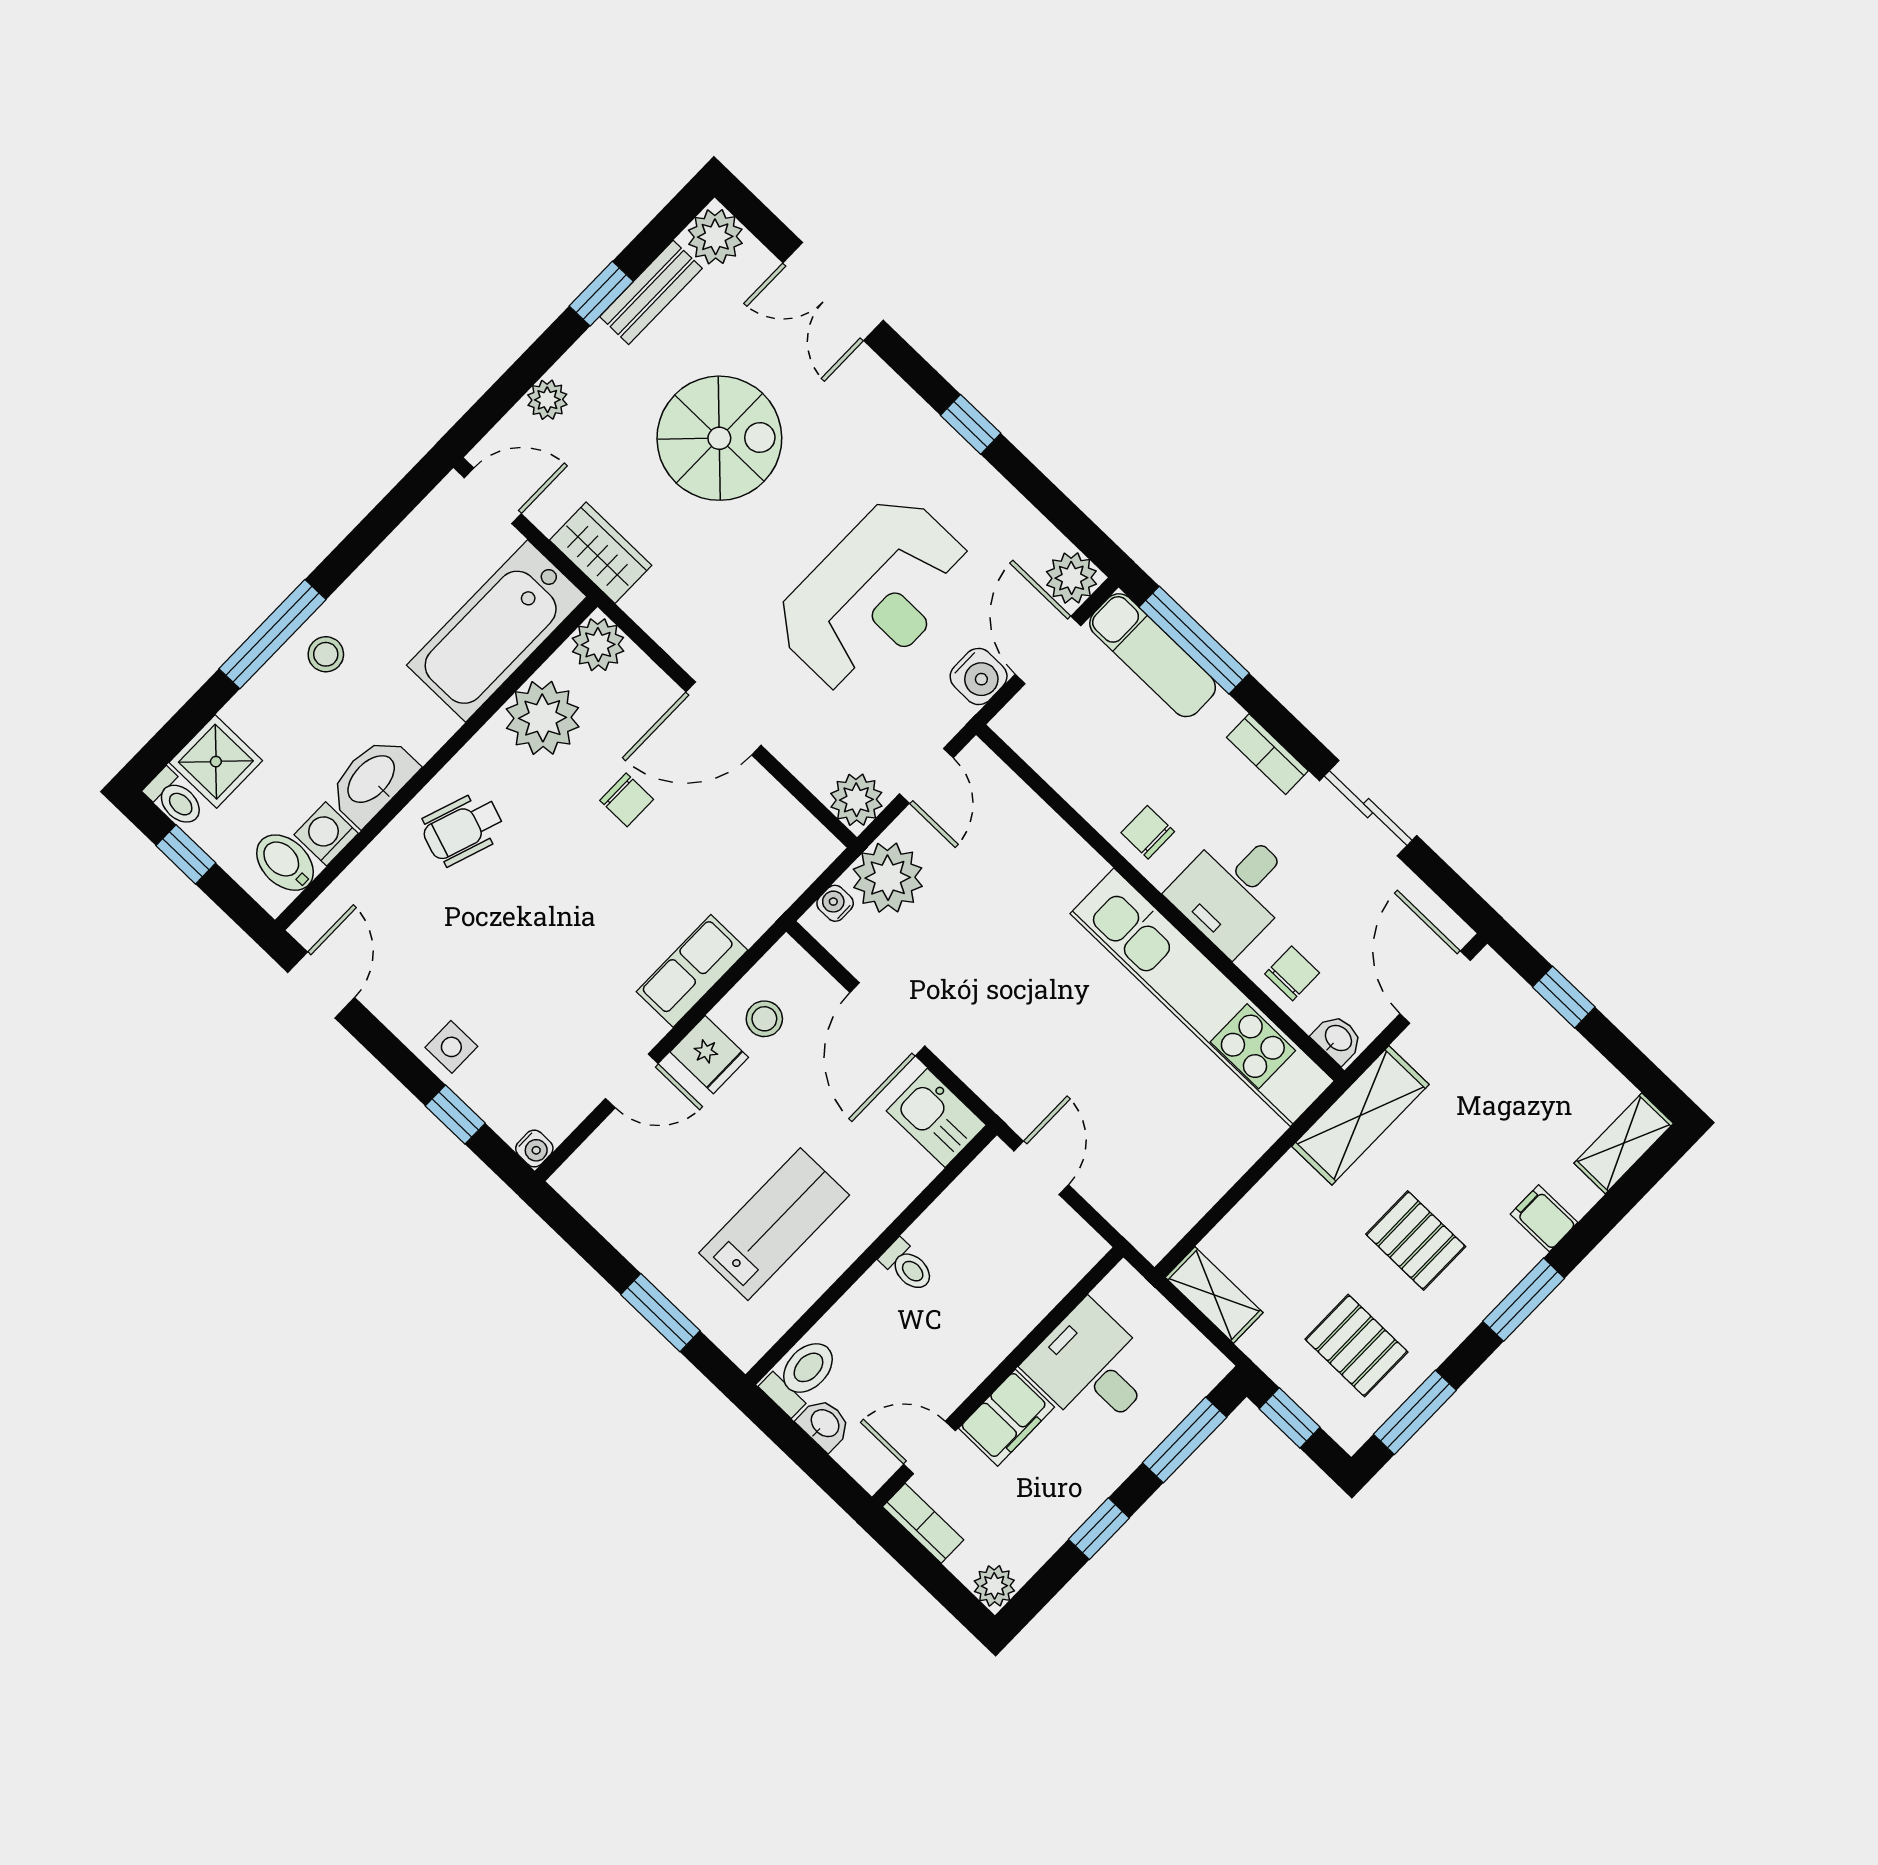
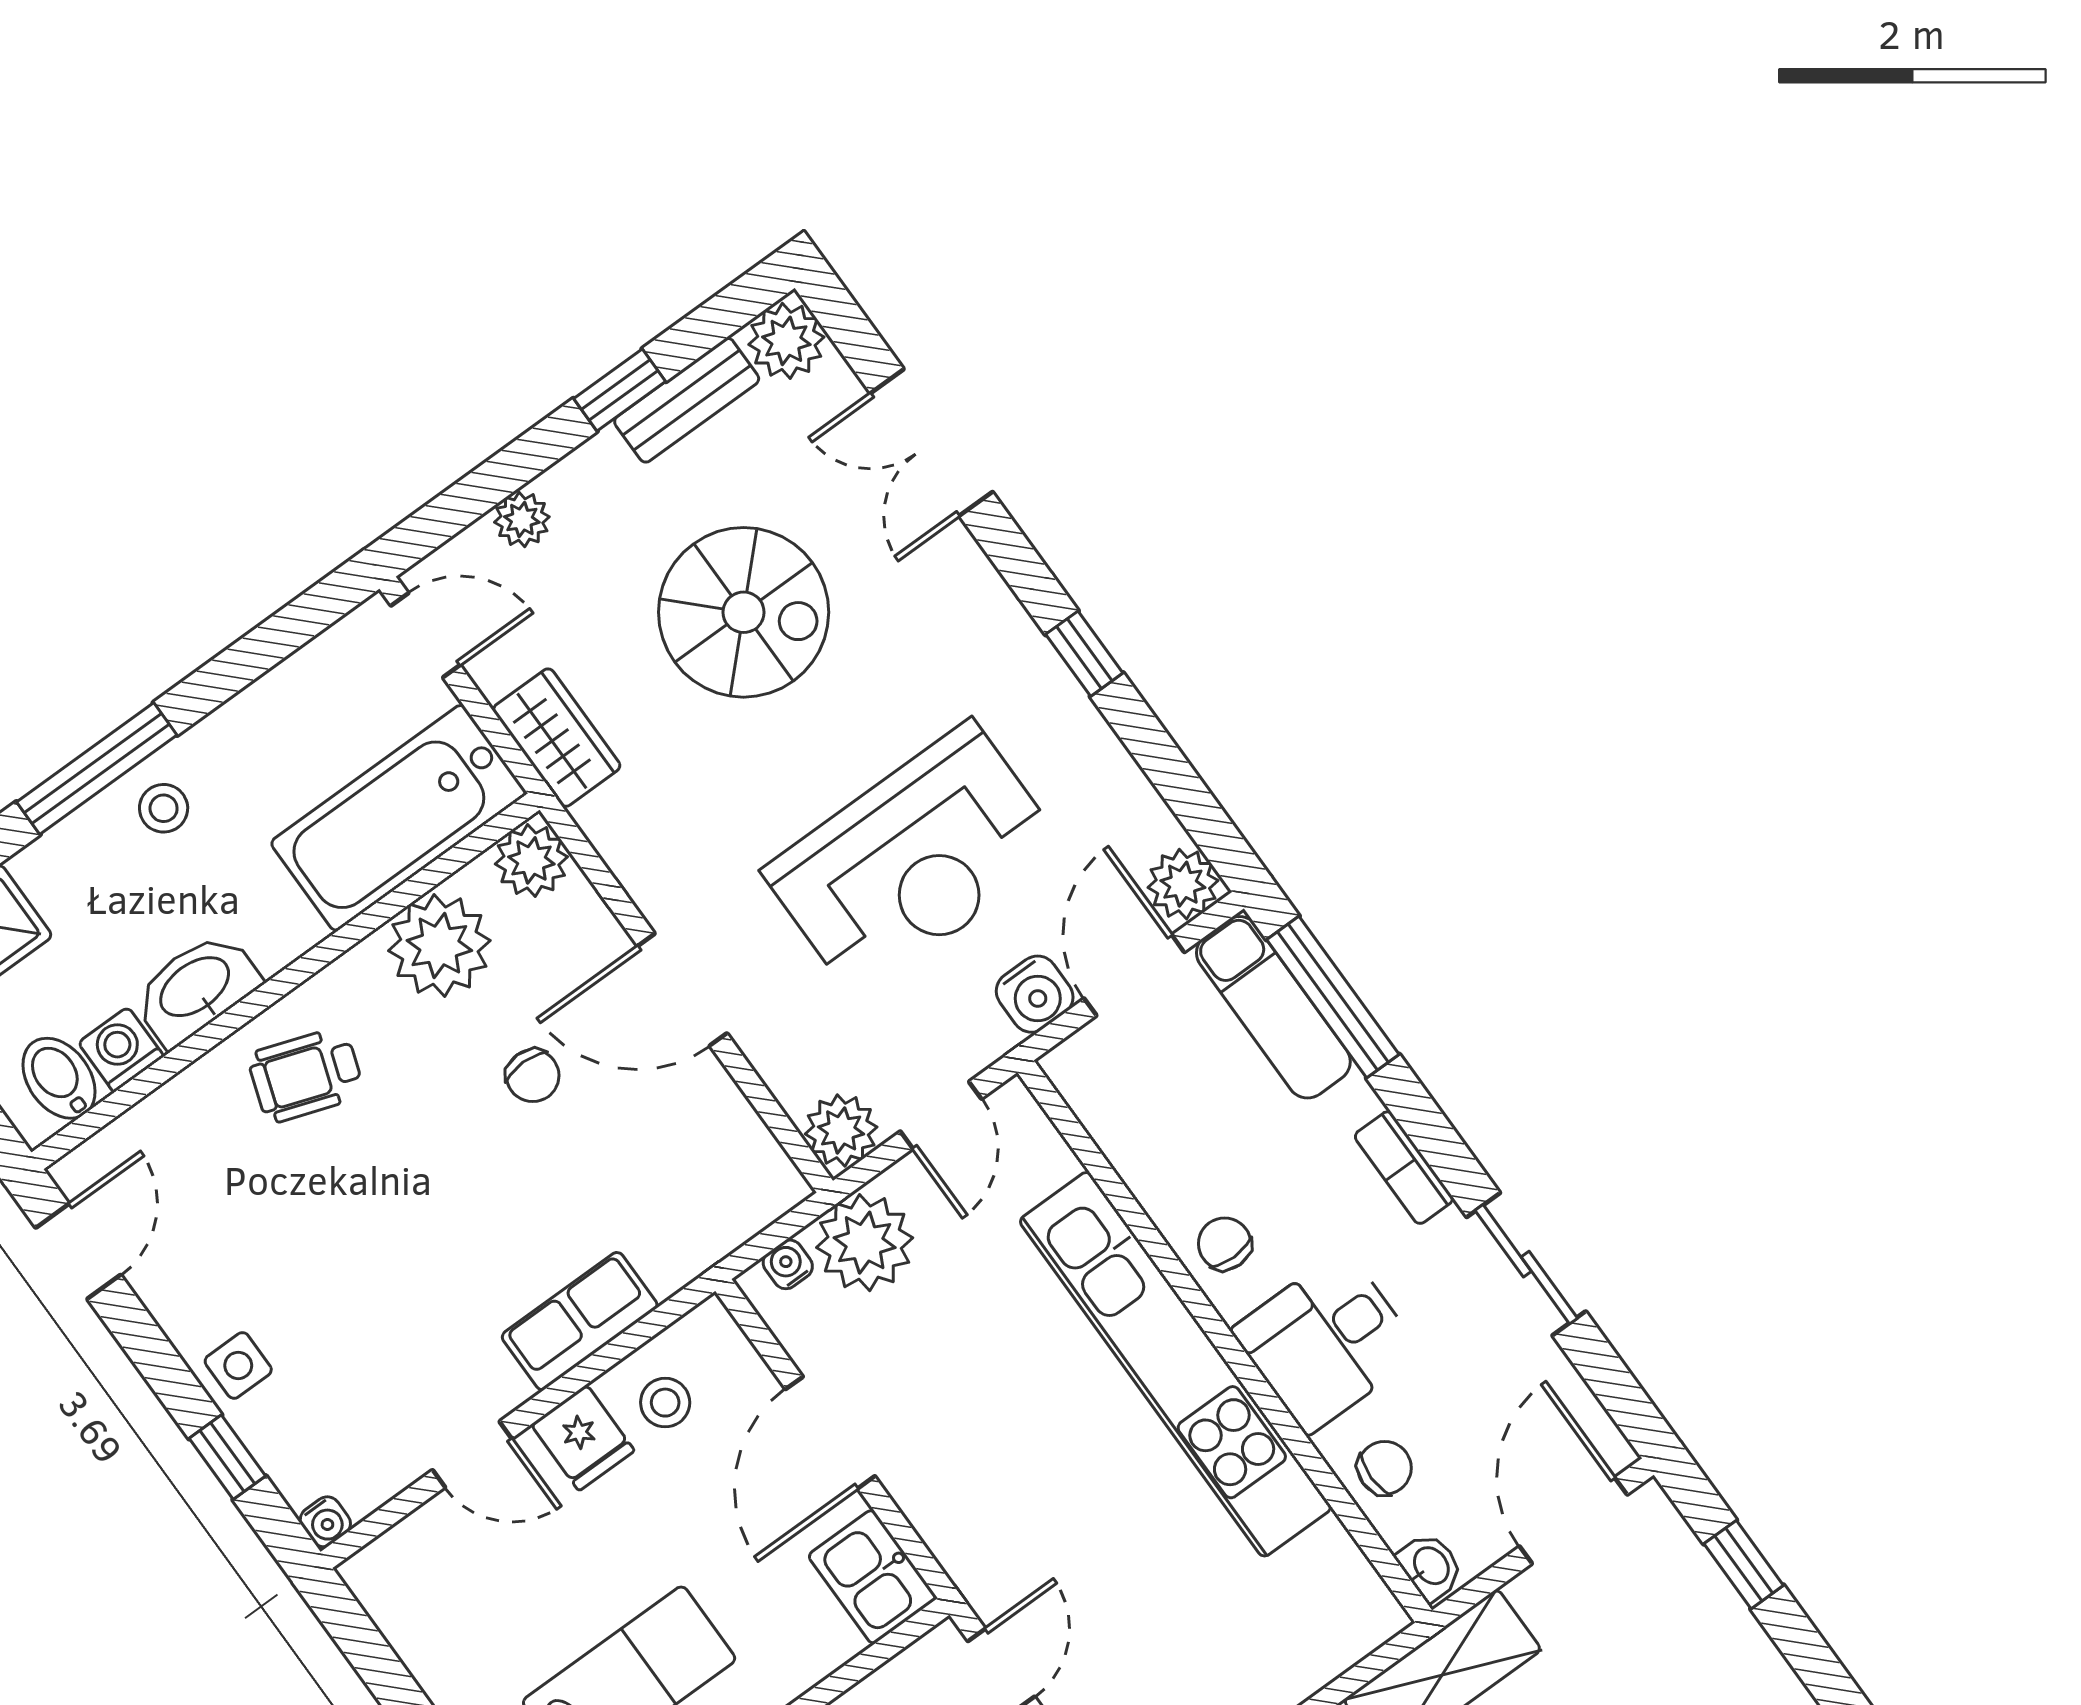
kitchen unit: (1202, 997) -> (1175, 1364), moved

